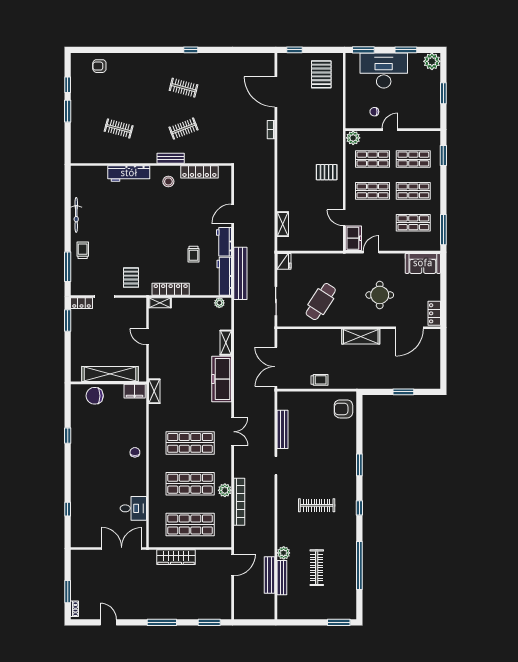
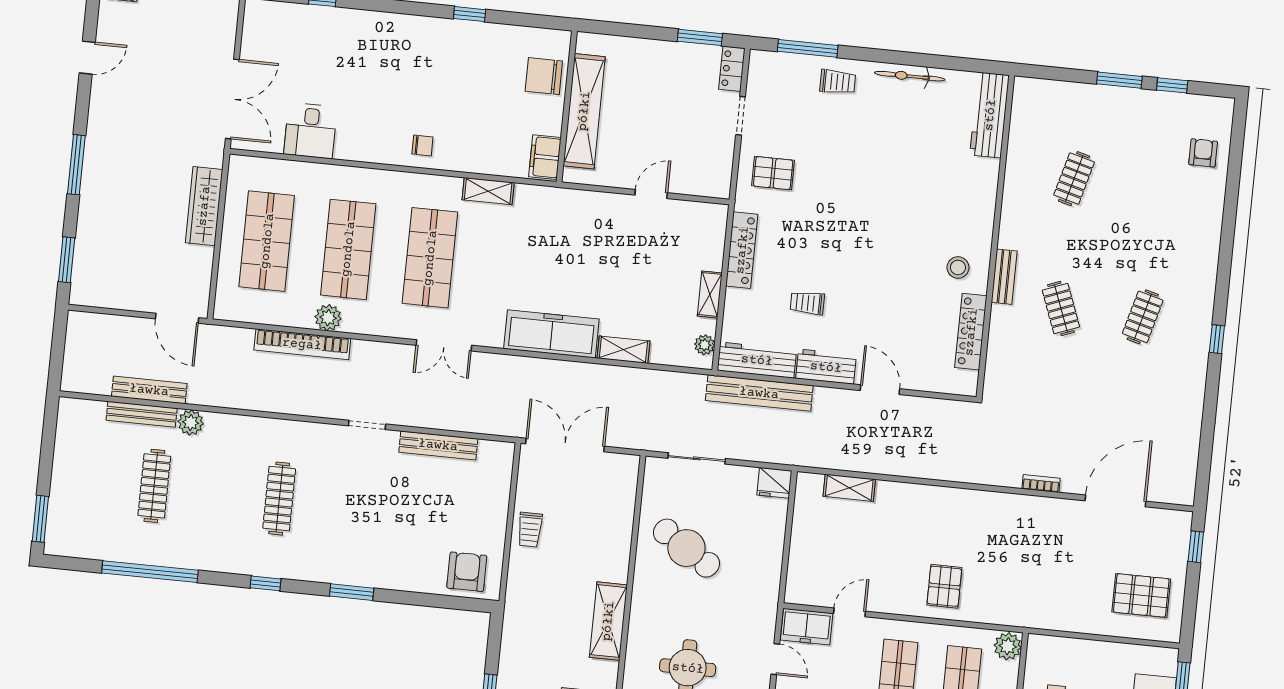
workbench: (129, 173) -> (990, 115), moved
shelving: (160, 303) -> (710, 294), moved
shelving: (154, 391) -> (488, 191), moved
chair: (95, 396) -> (544, 76), turned -90
clothes rail: (317, 568) -> (154, 486), turned 90

